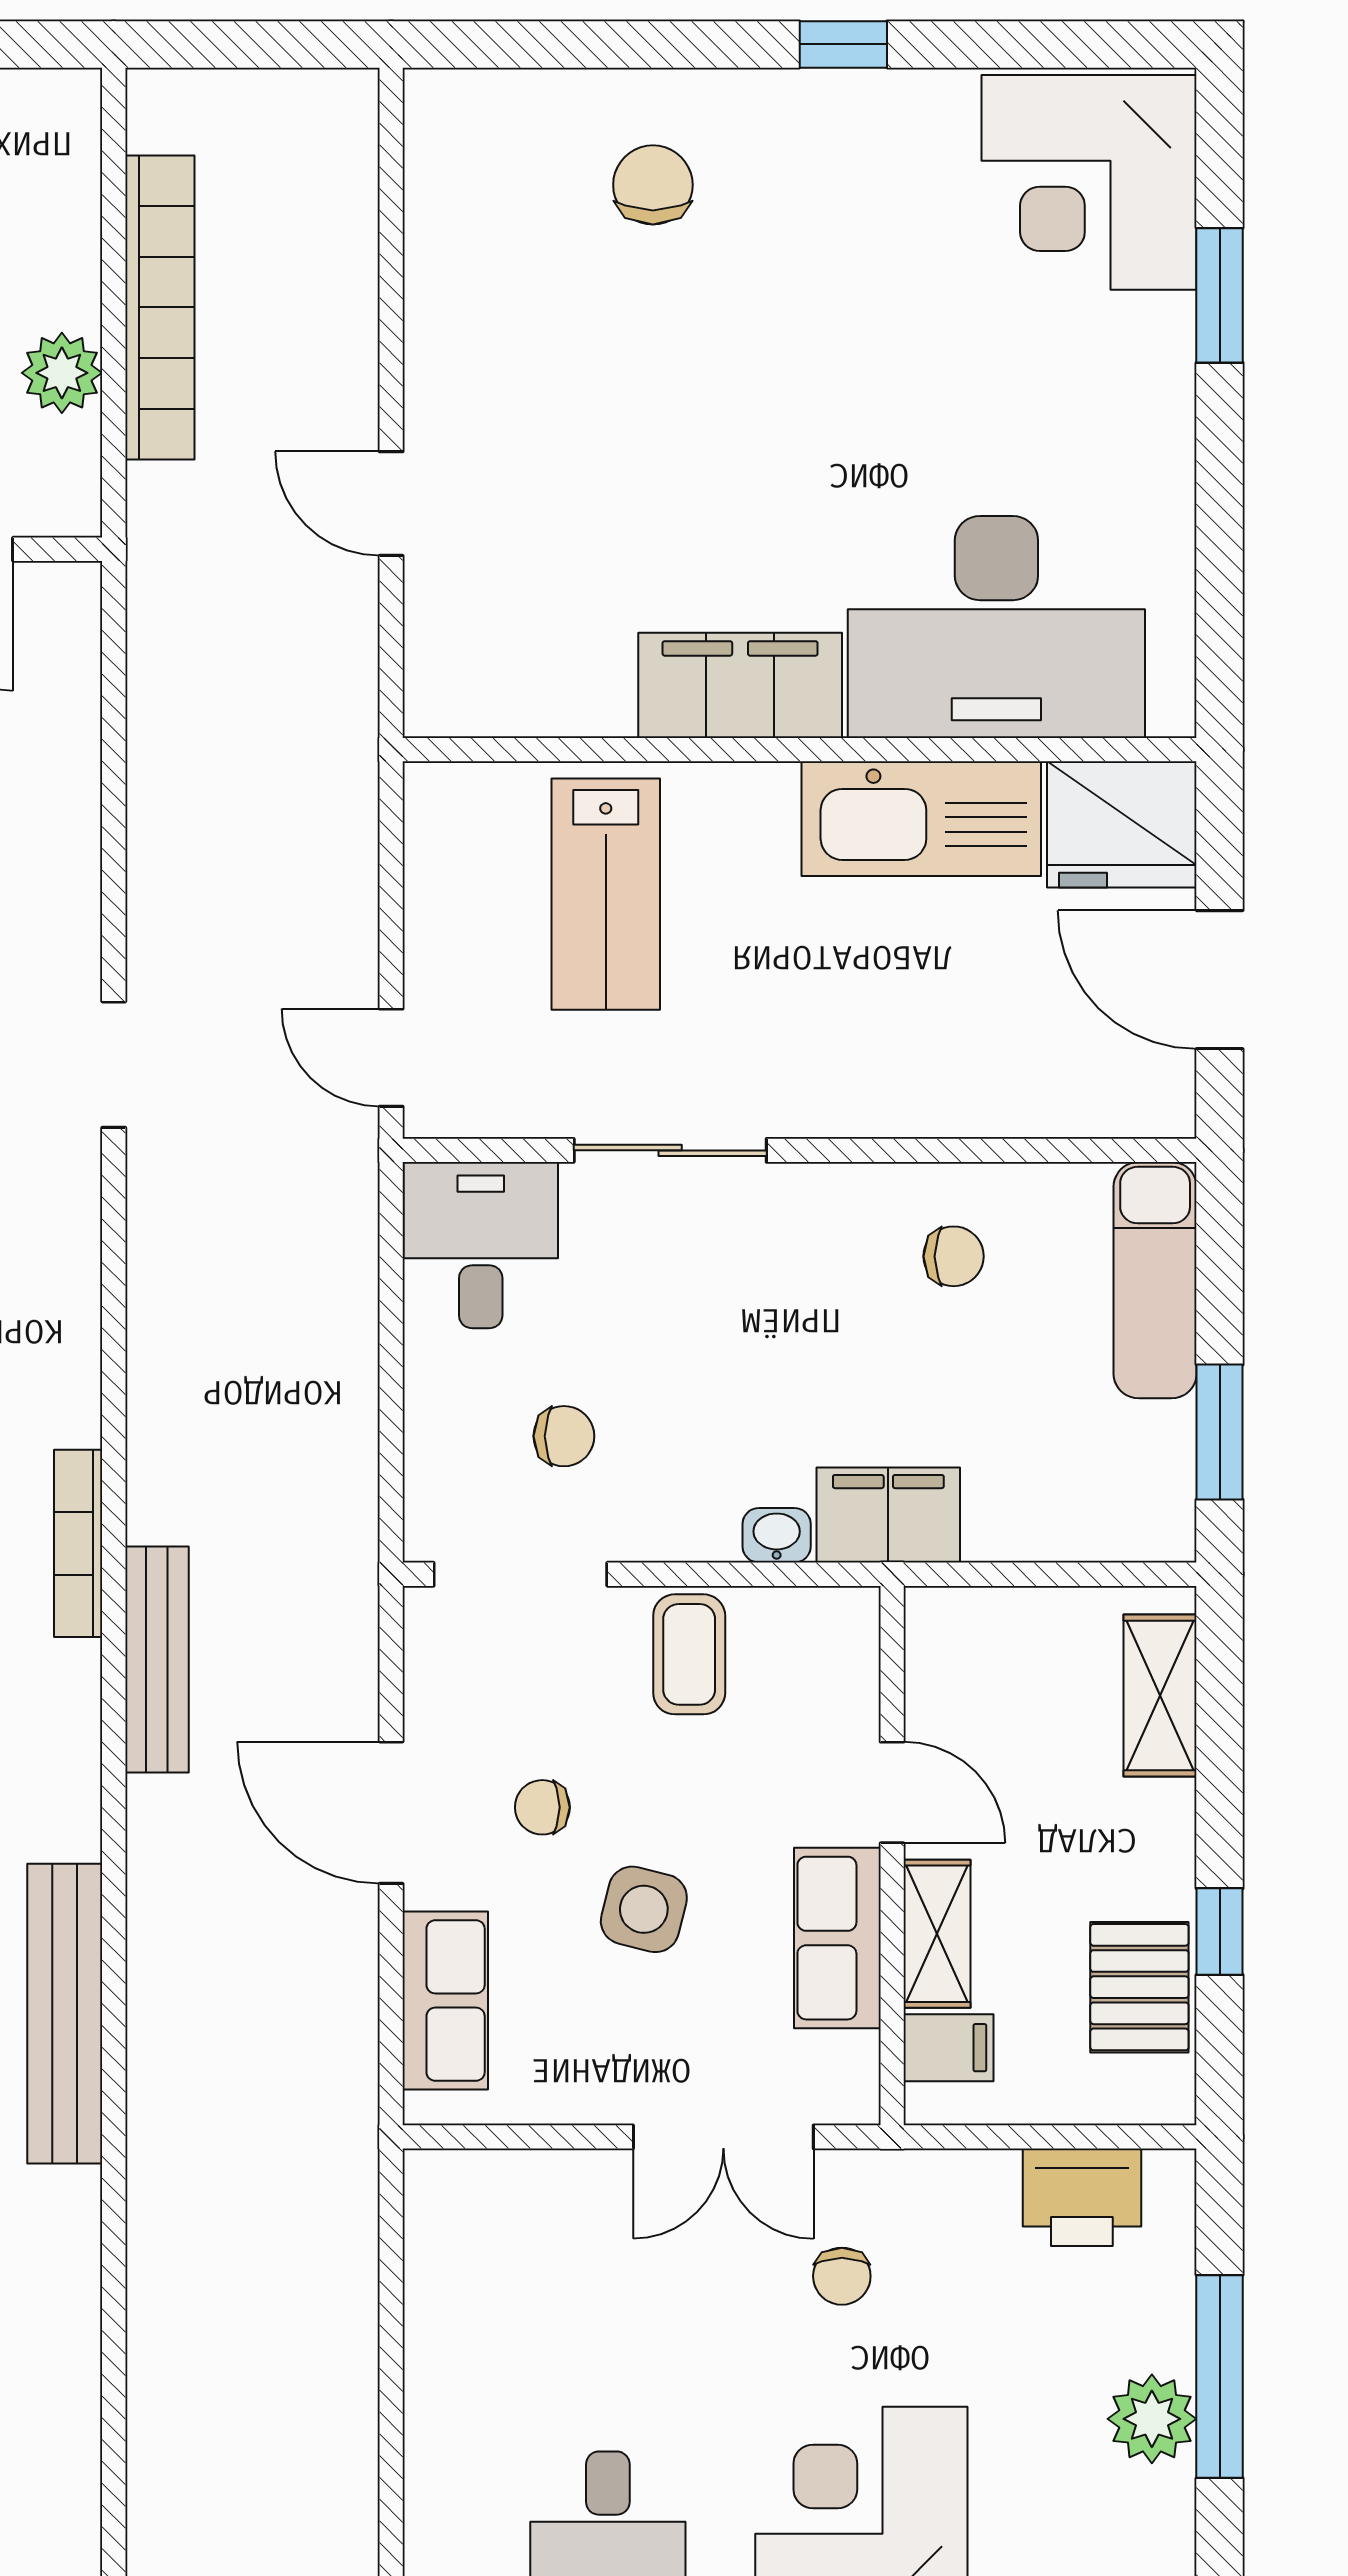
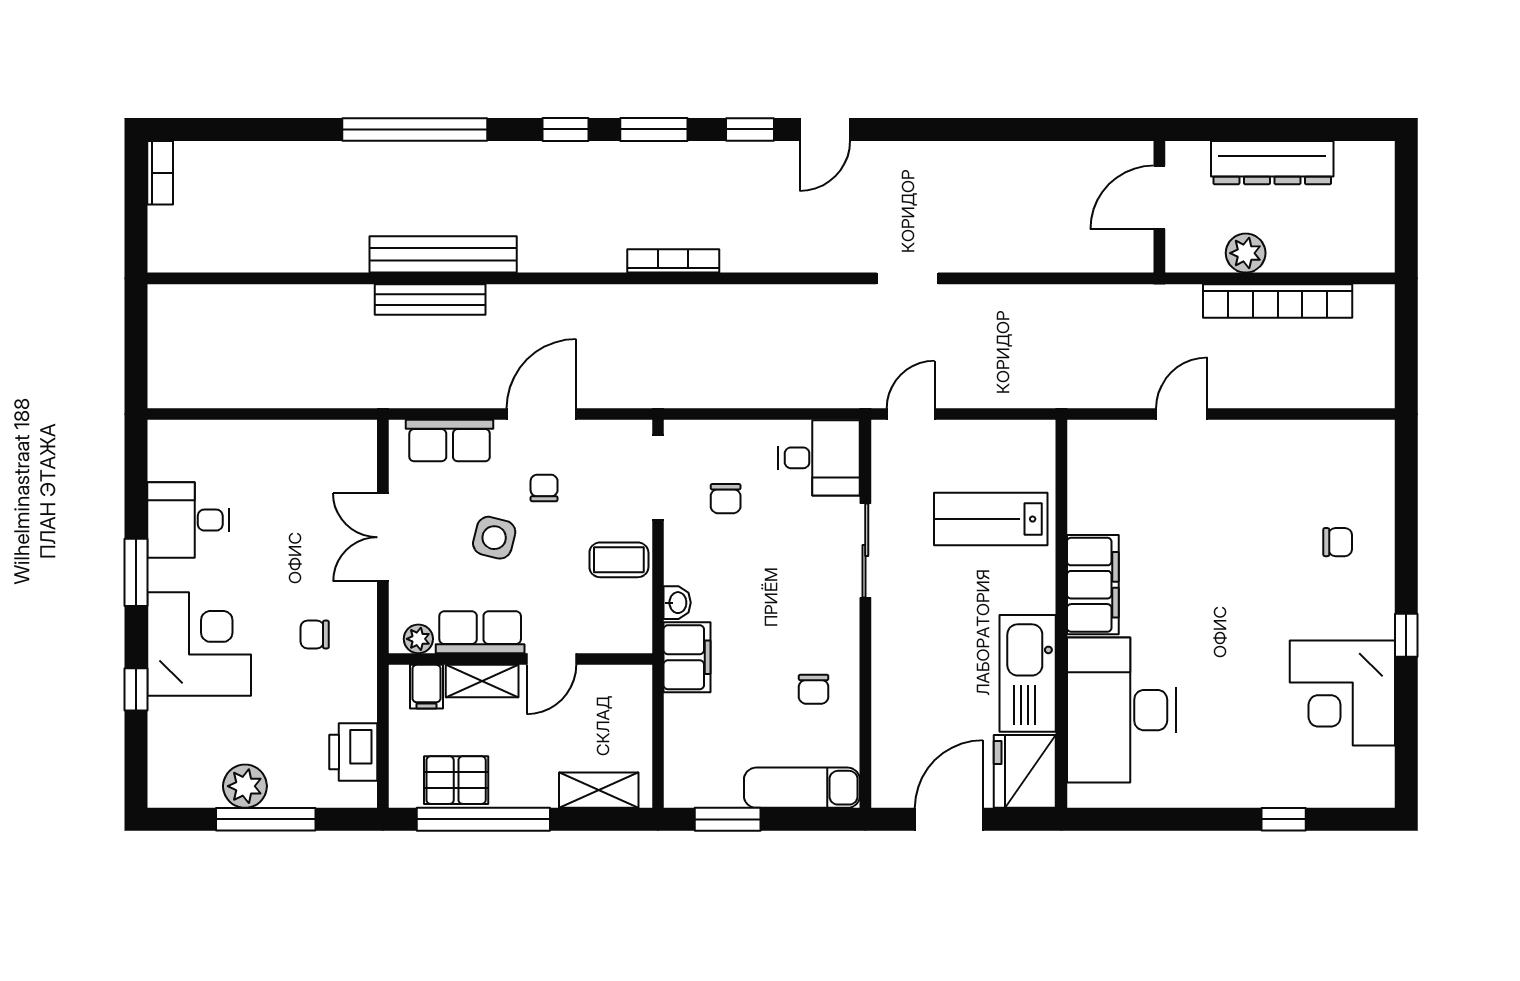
corner desk: (1089, 182) -> (1342, 693), moved, turned -90
chair: (653, 185) -> (1338, 542), width x0.73, depth x0.73
window: (1220, 295) -> (1284, 819), width x0.67
bench: (157, 1659) -> (430, 300), moved
window: (1220, 1932) -> (483, 819), width x3.17
plant: (851, 2064) -> (418, 639), added
double door: (723, 2137) -> (383, 537), moved

